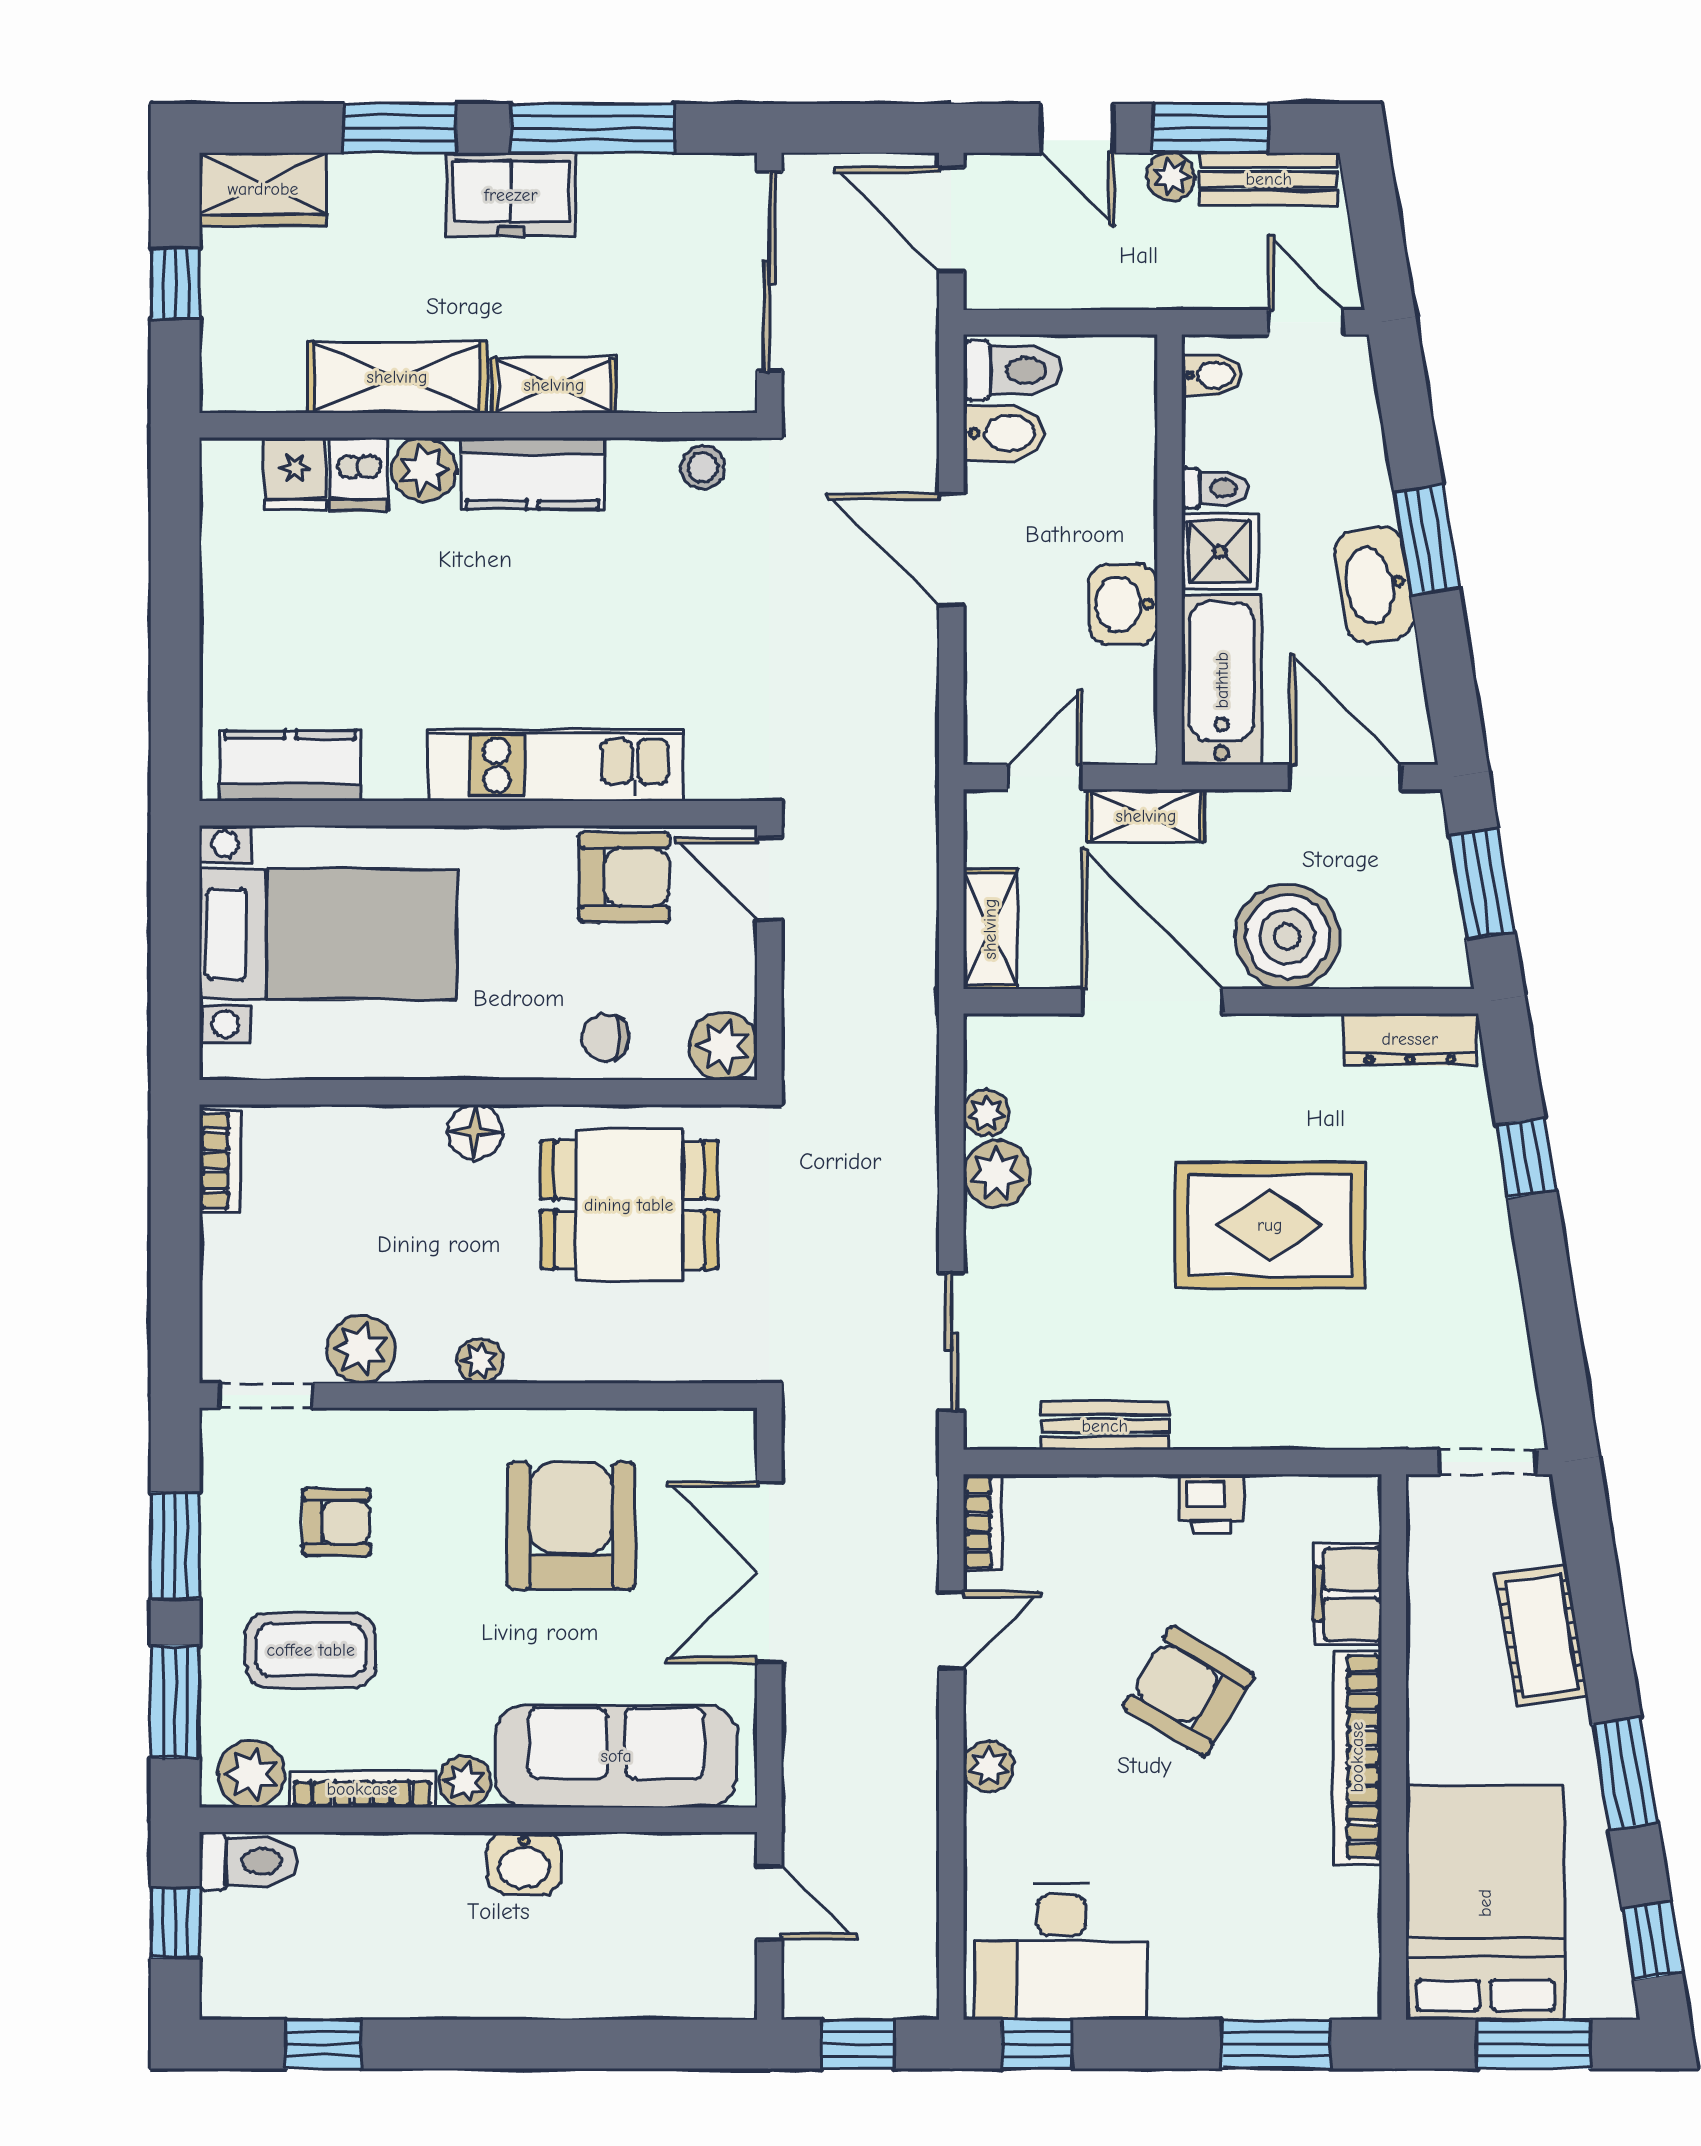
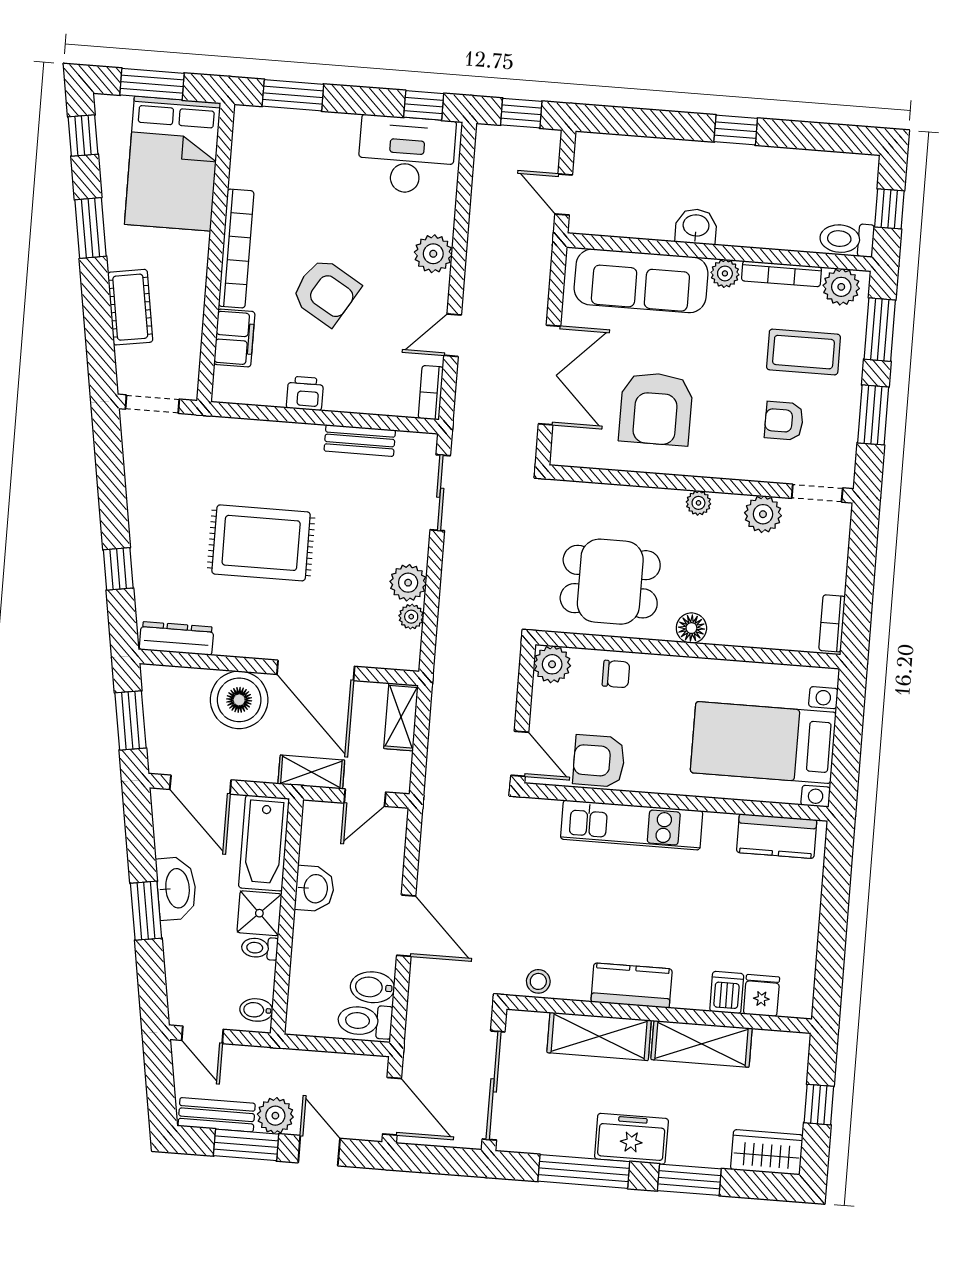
plant: (1171, 177) -> (275, 1116), width x1.38, depth x1.38
shelving: (554, 385) -> (599, 1036), width x1.50, depth x1.33
plant: (424, 470) -> (691, 992), removed
plant: (989, 1766) -> (433, 254), width x1.38, depth x1.38
window: (324, 2044) -> (736, 130), moved

